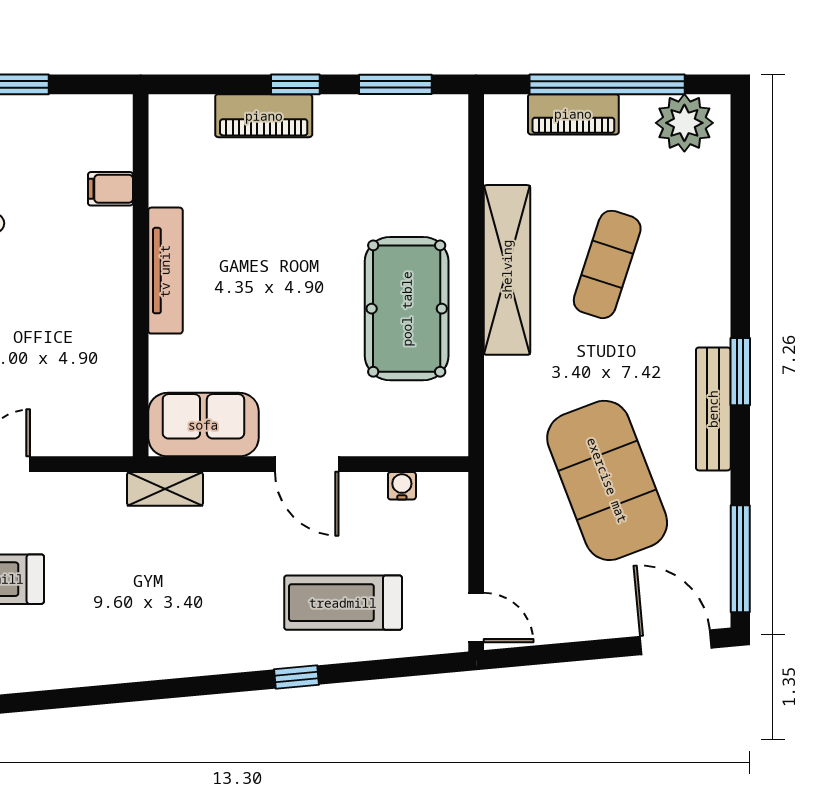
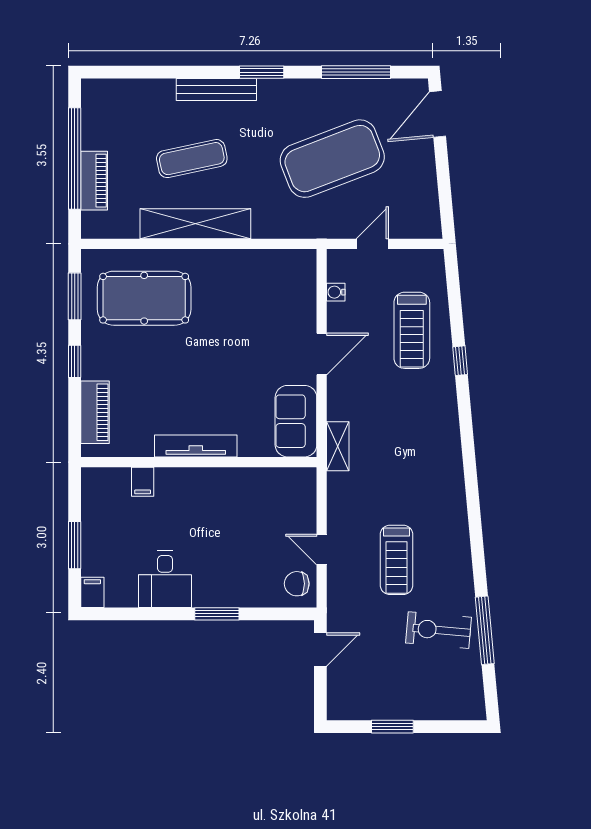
piano: (264, 116) -> (95, 412), moved
plant: (684, 123) -> (100, 108), removed
exercise mat: (607, 264) -> (192, 159), turned -30
pool table: (407, 309) -> (144, 298), moved
bench: (713, 409) -> (216, 90), moved
window: (740, 559) -> (356, 72), moved
door: (476, 617) -> (372, 244), moved

